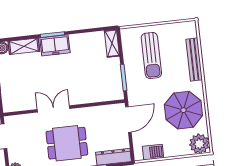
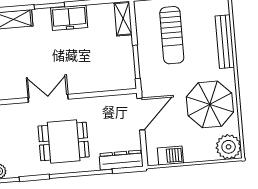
freezer: (55, 45) -> (69, 18), moved

